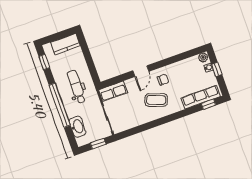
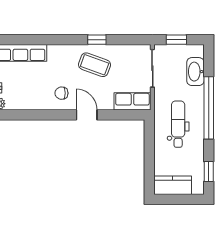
door: (141, 71) -> (87, 115), hinge flipped
dental chair: (76, 87) -> (178, 124), turned 180
coffee table: (156, 100) -> (95, 65), moved
window: (209, 104) -> (97, 40), moved

